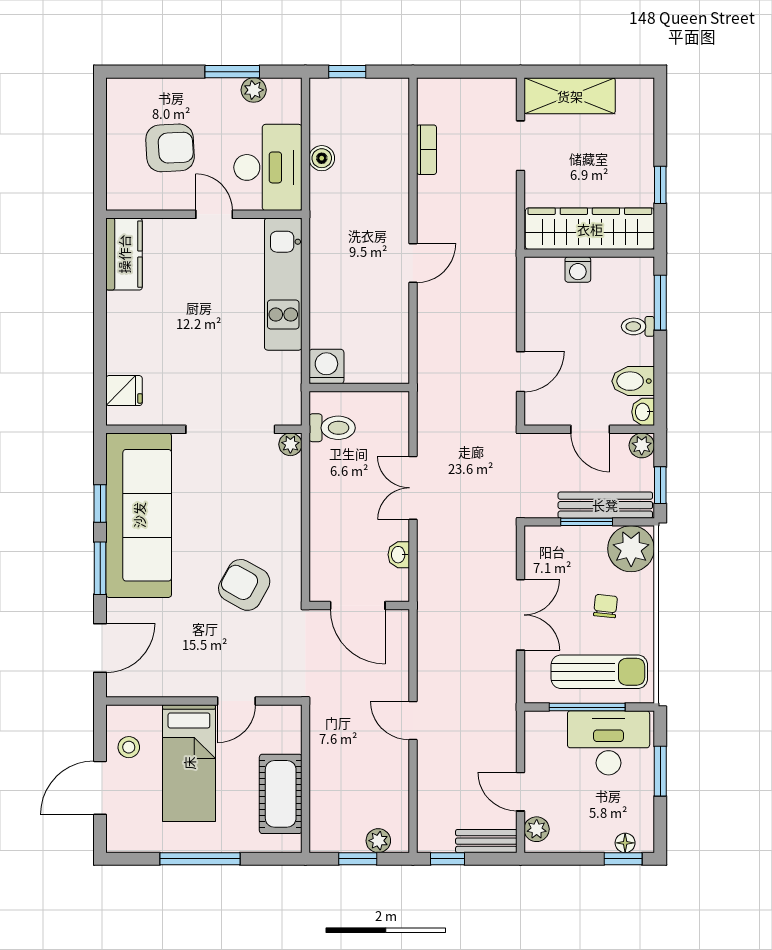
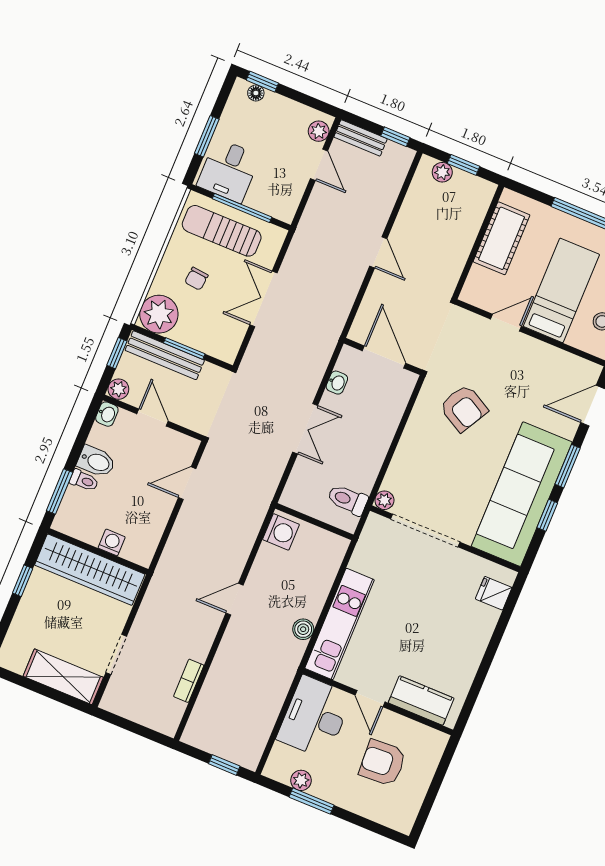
boiler: (322, 158) -> (303, 629), moved
kitchen counter: (124, 254) -> (421, 700), moved, turned 90
washing machine: (326, 367) -> (281, 532), moved, turned -90
bidet: (633, 381) -> (96, 461), moved
desk: (609, 743) -> (229, 171), width x0.73

